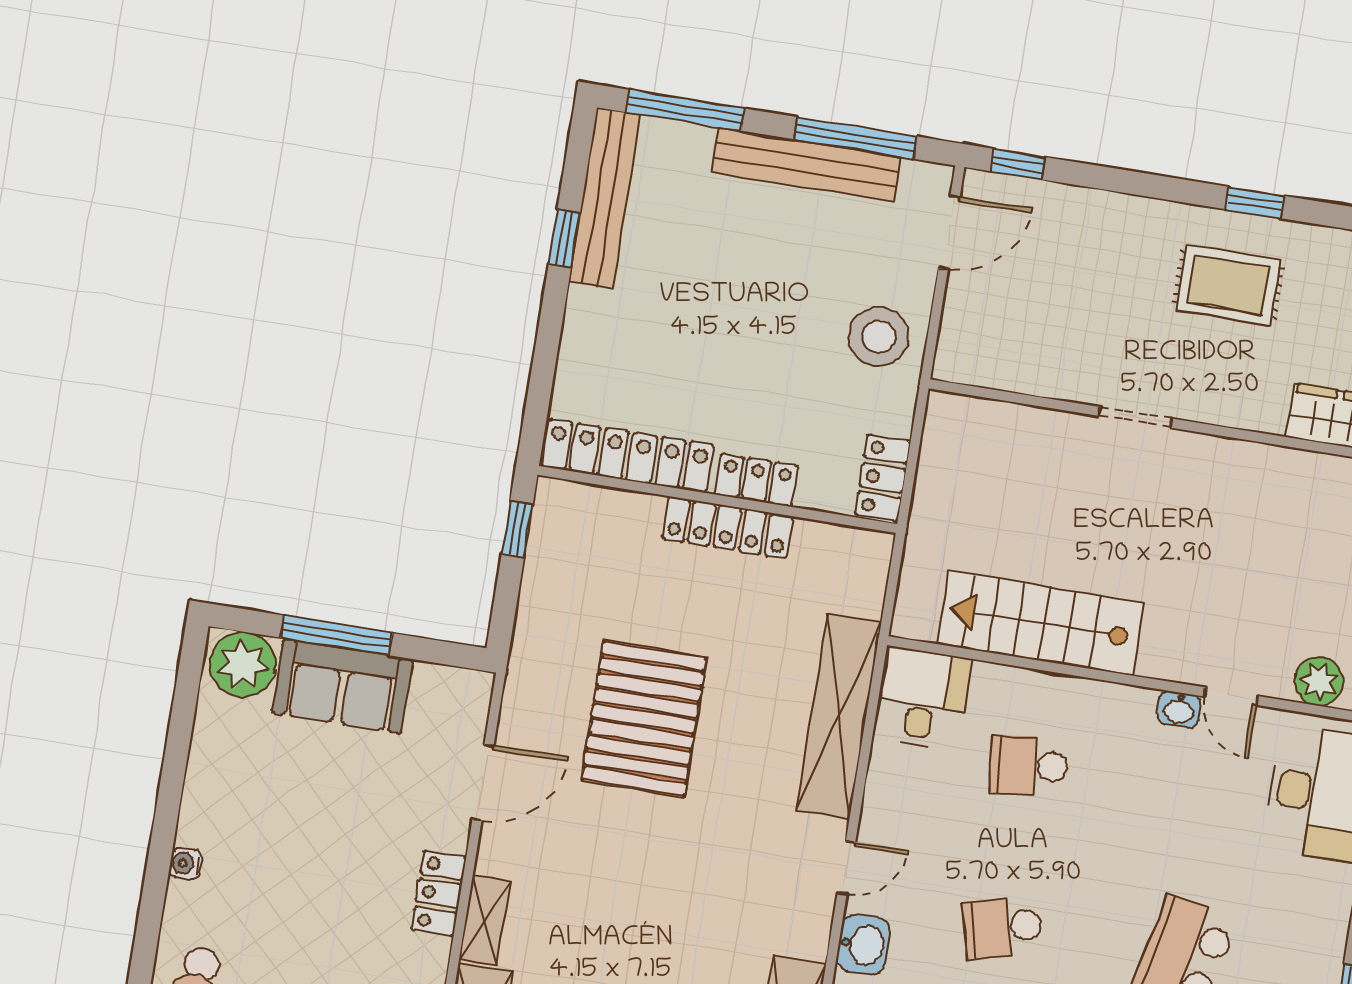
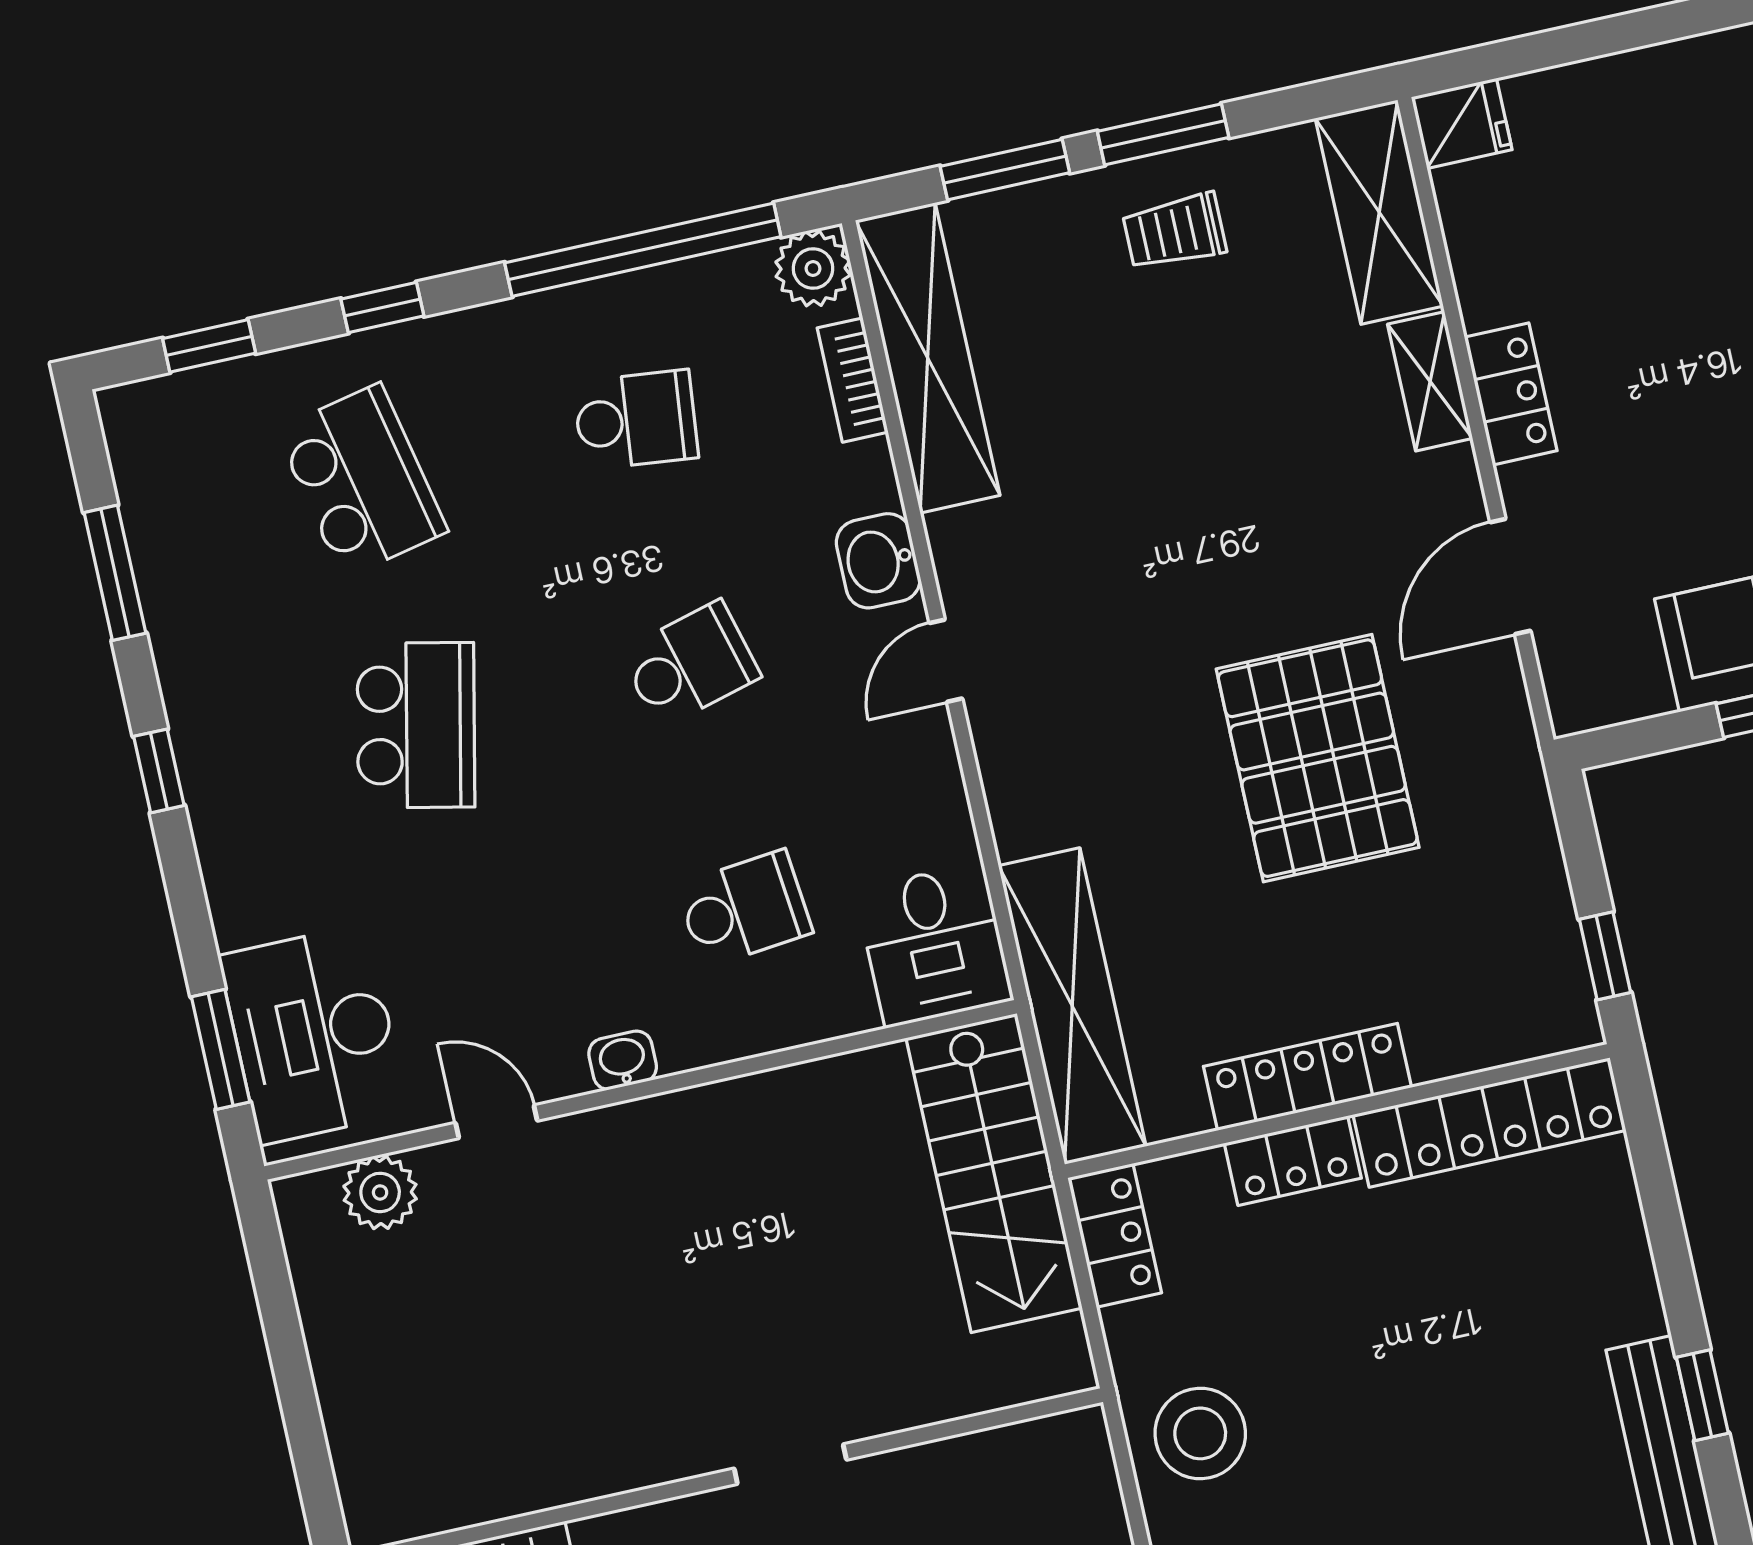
stairs: (1040, 623) -> (994, 1173), moved, turned 90
washbasin: (1179, 709) -> (623, 1060), moved
shelving: (839, 716) -> (1072, 1006), moved

